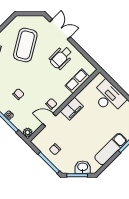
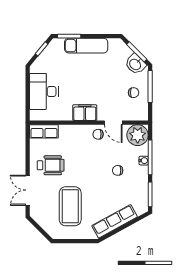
coffee table: (25, 45) -> (70, 206), turned -59
row of seats: (77, 81) -> (44, 131), moved
plant: (28, 132) -> (138, 135), width x1.88, depth x1.88
washbasin: (83, 167) -> (135, 64), moved

